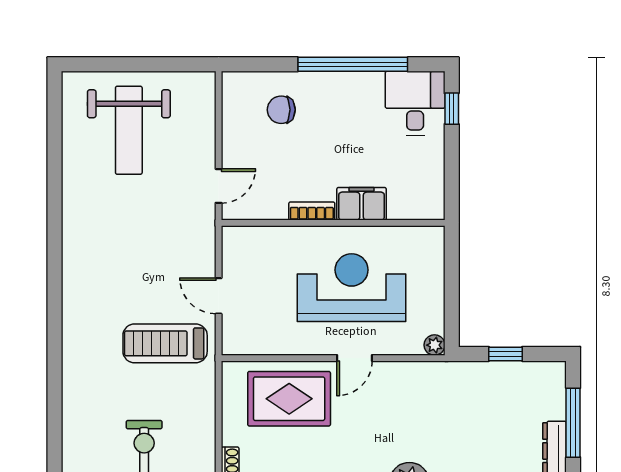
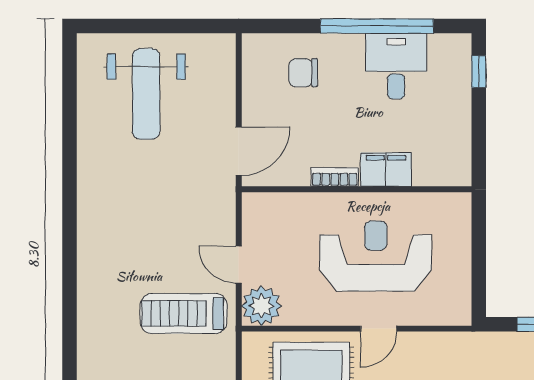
desk: (415, 103) -> (396, 66), moved
door: (219, 186) -> (239, 151), width x1.37
plant: (434, 345) -> (261, 306), moved, width x1.87, depth x1.87

